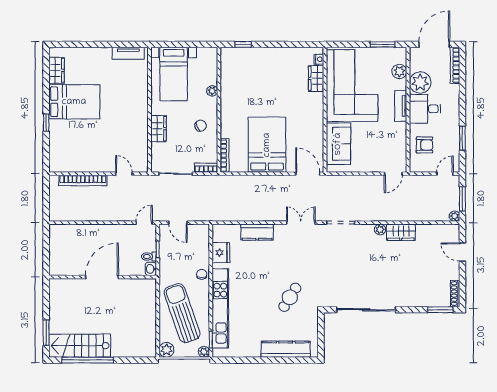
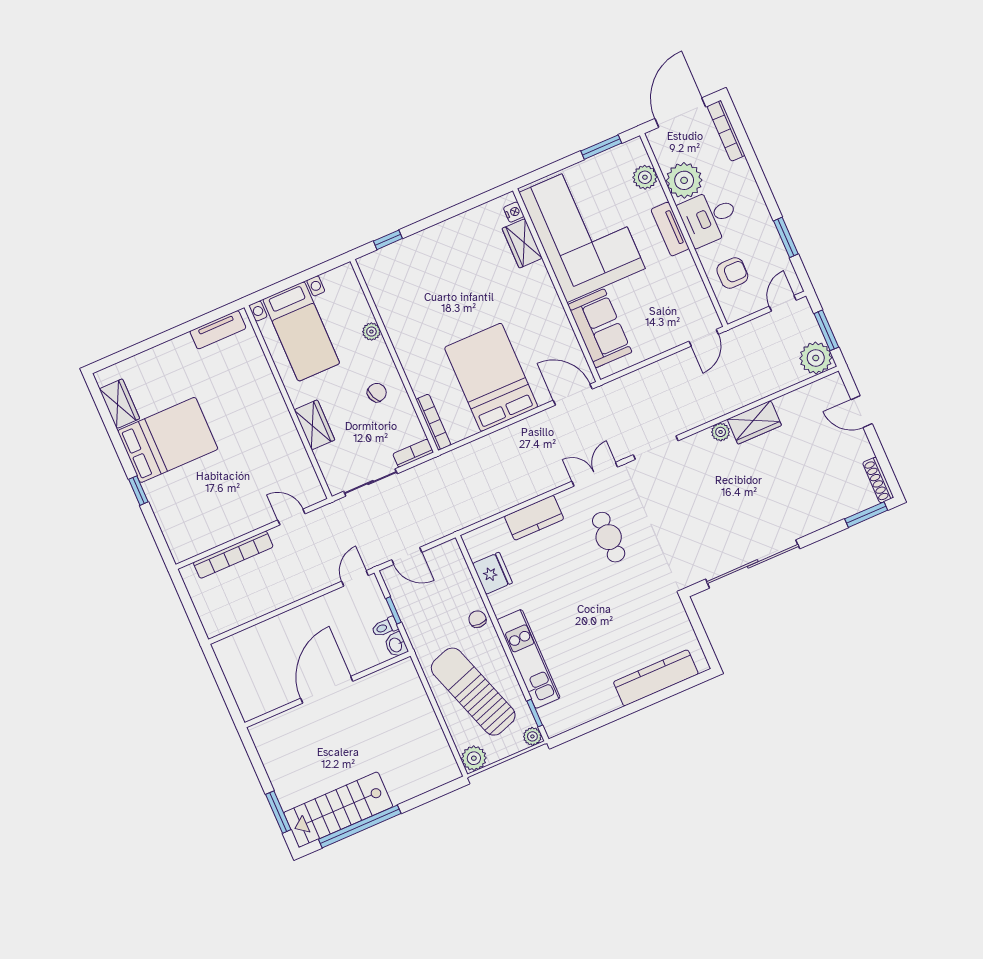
plant: (455, 216) -> (816, 358), width x1.88, depth x1.88
cafe table: (290, 297) -> (609, 537), moved, turned -32
kitchen unit: (220, 308) -> (529, 659), width x0.73

